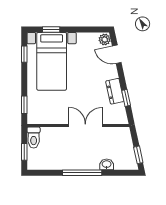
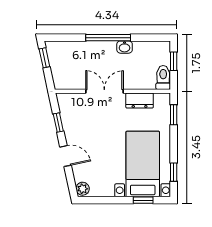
door: (117, 54) -> (65, 156), moved
dresser: (115, 91) -> (140, 101), moved, turned 102
double door: (85, 125) -> (104, 91), swing flipped
washbasin: (107, 164) -> (125, 47), moved

